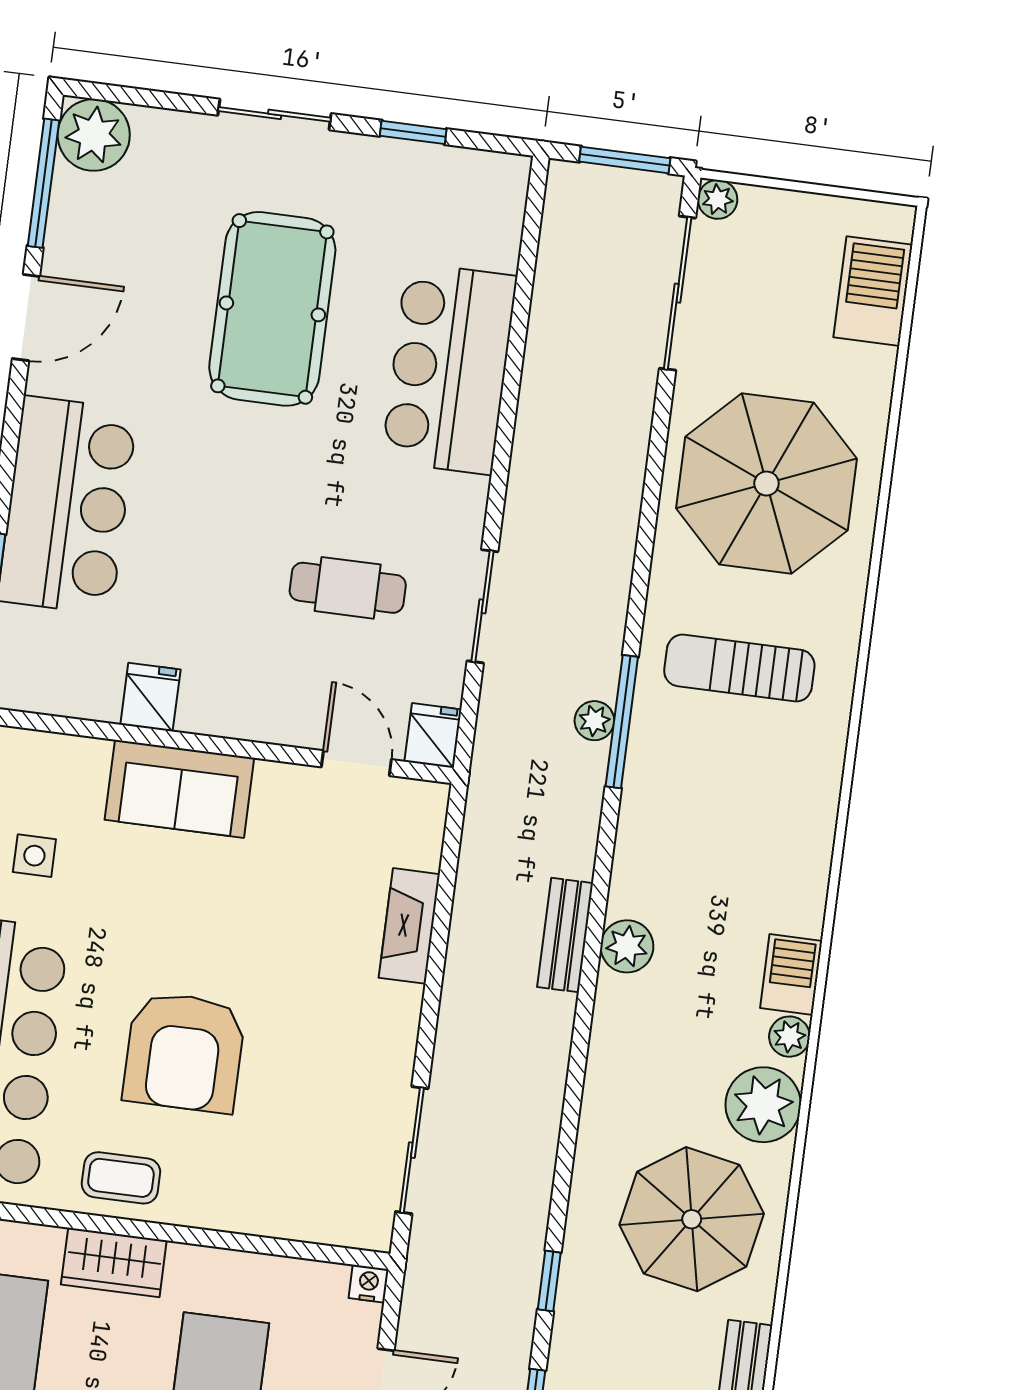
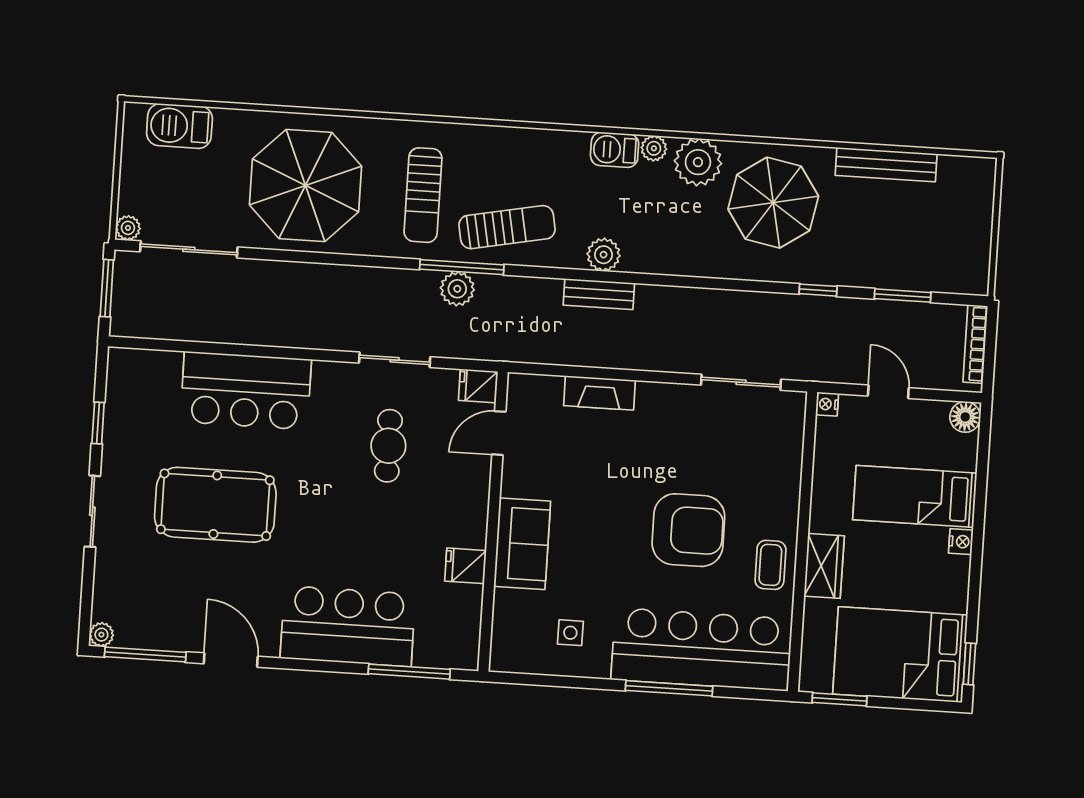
plant: (94, 135) -> (101, 635), width x0.53, depth x0.53
plant: (594, 721) -> (457, 289), width x1.38, depth x1.38
sun lounger: (680, 797) -> (507, 227), added

